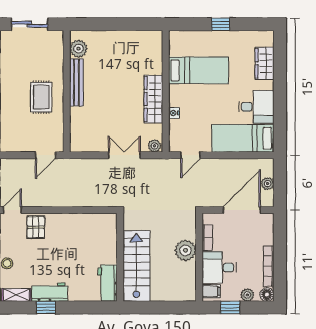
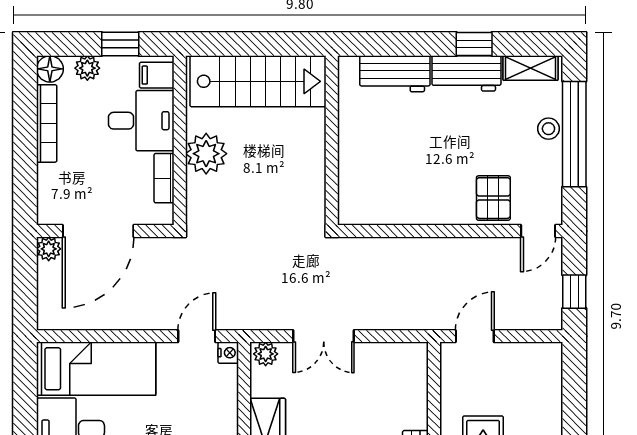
nightstand: (174, 113) -> (228, 353), moved
plant: (268, 184) -> (49, 249), moved
stairs: (136, 266) -> (258, 81), moved, turned -90
workbench: (108, 283) -> (395, 74), moved, turned 90

